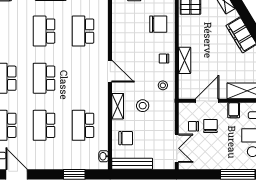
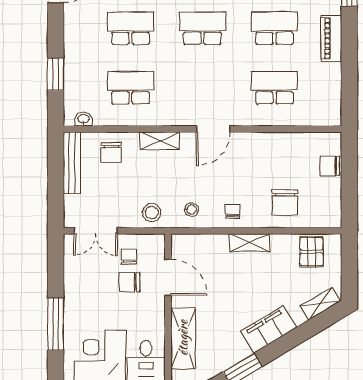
shelving: (185, 60) -> (249, 243), moved
stool: (143, 106) -> (152, 212), moved
filing cabinet: (234, 110) -> (153, 318), removed
chair: (210, 126) -> (129, 282), turned 180

